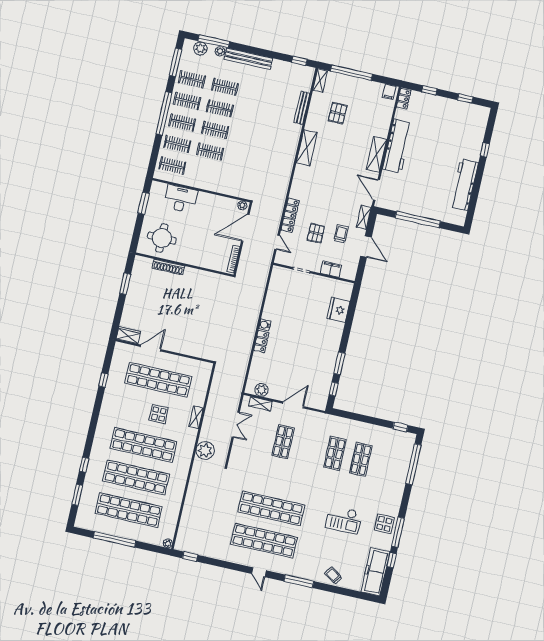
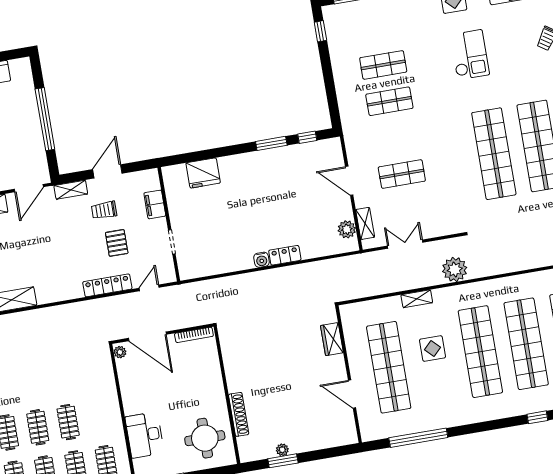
pallet: (316, 233) -> (117, 243), turned 90
plant: (133, 286) -> (282, 450), added
wardrobe: (128, 335) -> (332, 339), moved
window: (103, 380) -> (418, 438), width x3.17

